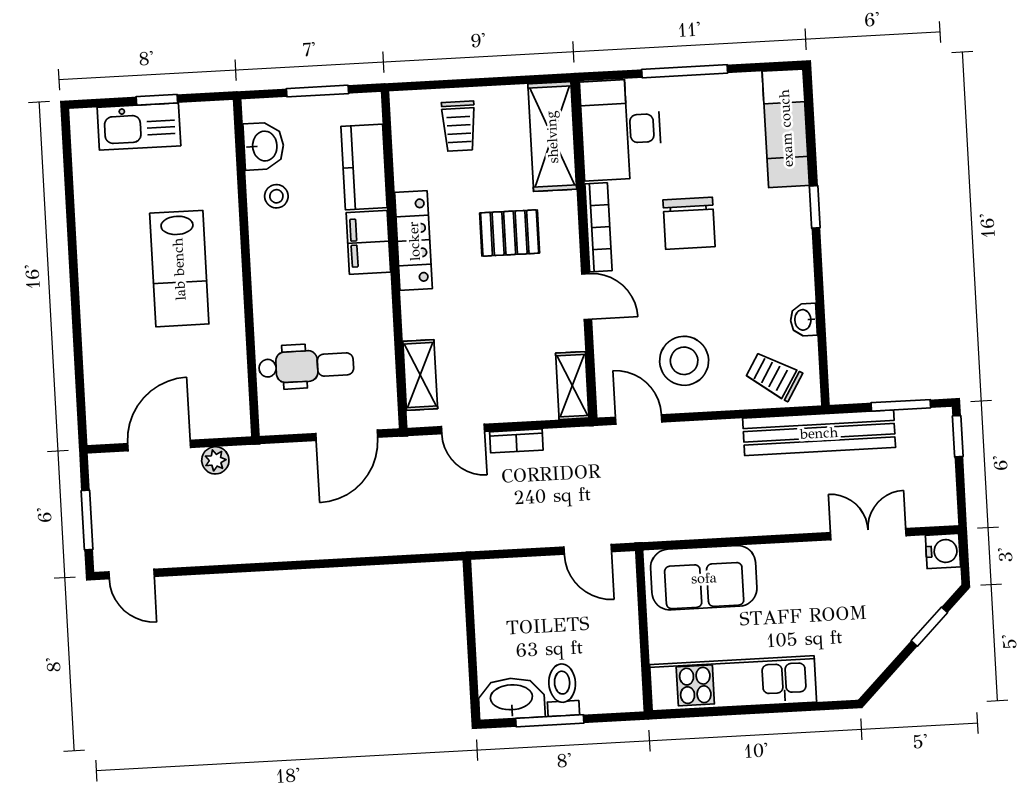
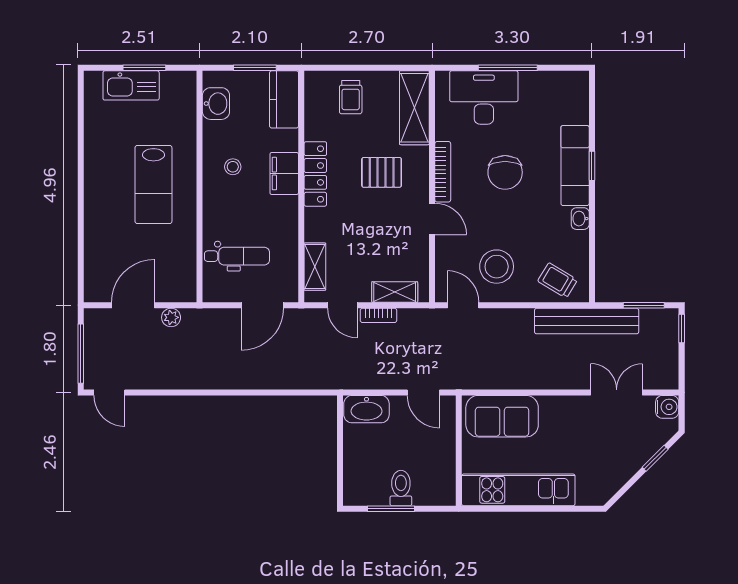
window: (157, 100) -> (144, 68), width x1.50
exam couch: (786, 128) -> (575, 166), moved
desk: (621, 129) -> (484, 97), moved, turned 90
kitchen counter: (364, 167) -> (284, 99), moved
stool: (276, 196) -> (233, 167), moved
washbasin: (804, 320) -> (580, 219), moved
shelving: (572, 386) -> (395, 292), moved, turned 90
window: (87, 520) -> (81, 354), width x1.44
washbasin: (511, 698) -> (366, 409), moved, turned 180

